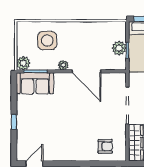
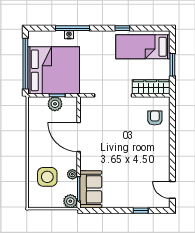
plant: (63, 65) -> (72, 174), moved
door: (86, 71) -> (79, 137), swing flipped
window: (14, 122) -> (141, 211), moved

